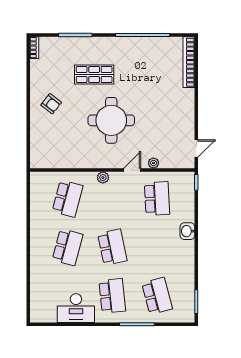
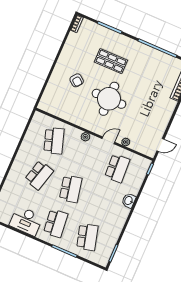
armchair: (51, 104) -> (77, 80), moved
school desk: (68, 199) -> (54, 141), turned -33

